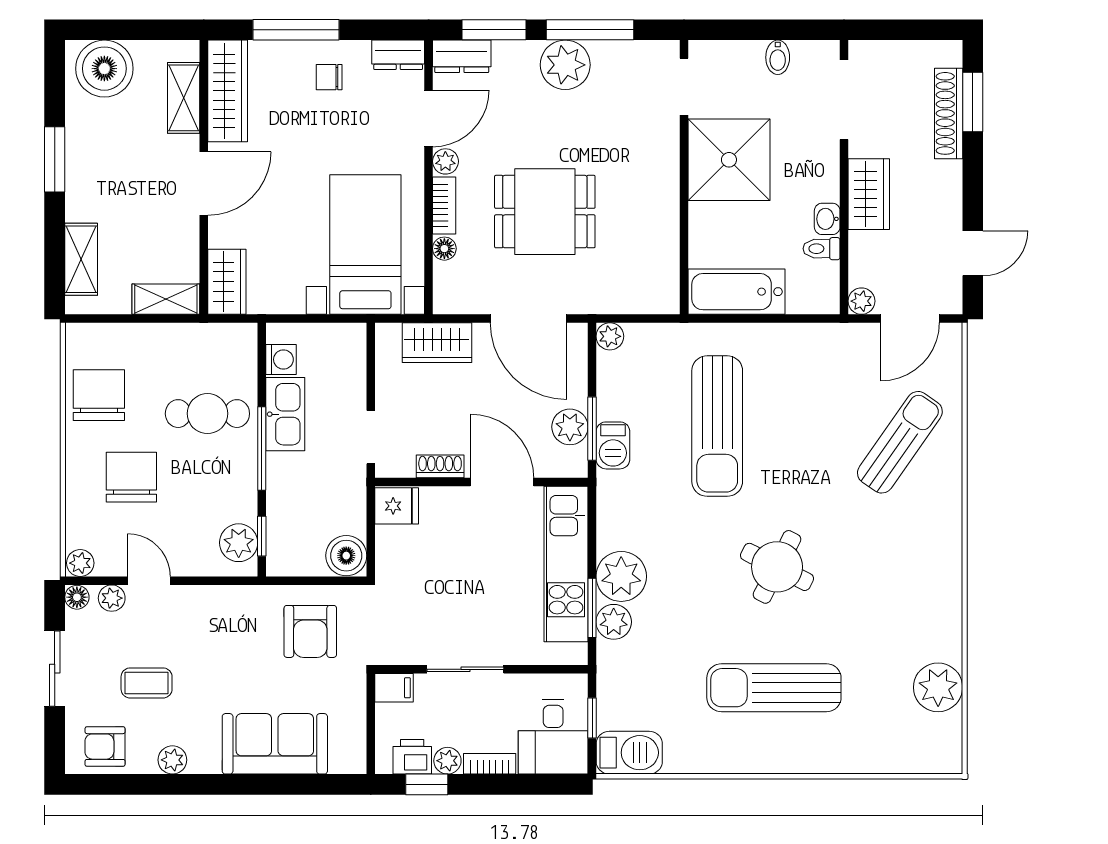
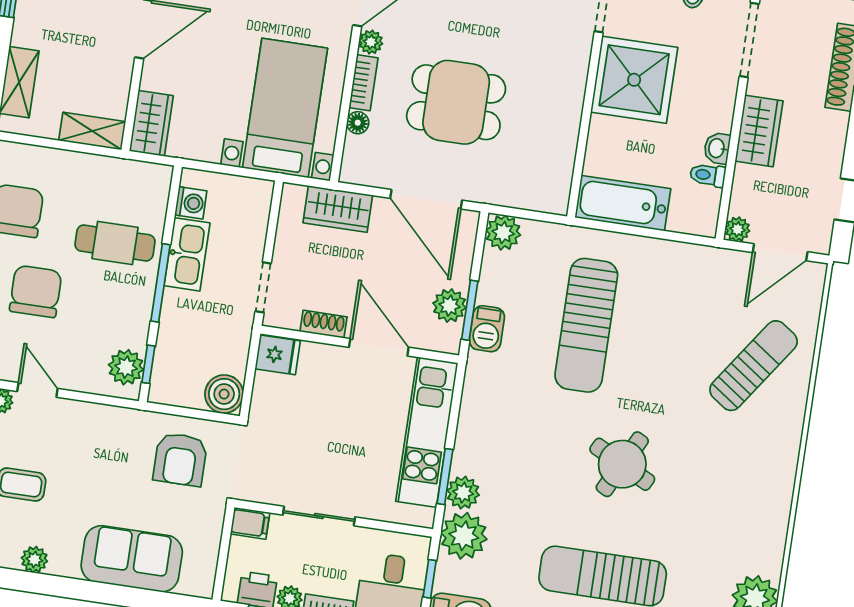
plant: (610, 336) -> (503, 233), width x1.38, depth x1.38
plant: (621, 576) -> (464, 536), moved

